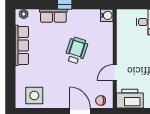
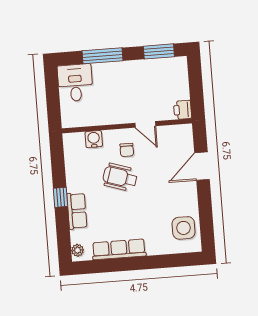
water cooler: (107, 15) -> (94, 139), moved
printer: (130, 99) -> (183, 110), width x0.53, depth x0.68
chair: (101, 100) -> (127, 150), moved

